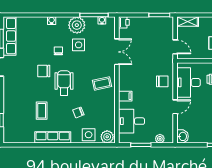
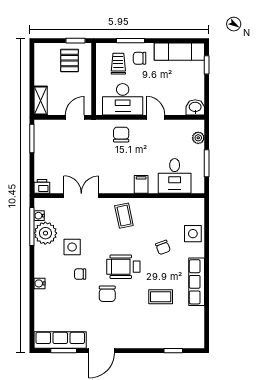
plant: (77, 25) -> (45, 233), moved
plant: (107, 137) -> (196, 209), removed

